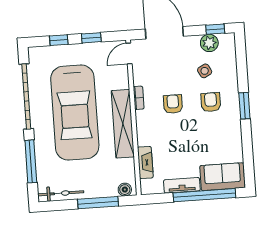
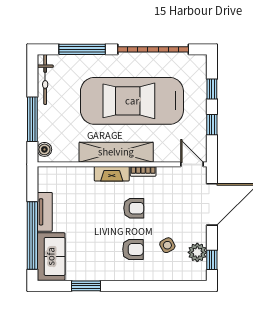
window: (244, 106) -> (86, 286), moved
fireplace: (145, 162) -> (112, 174), moved

